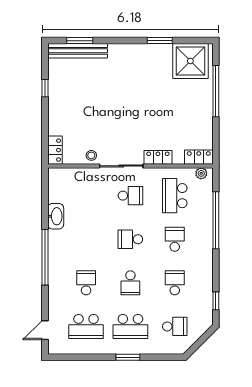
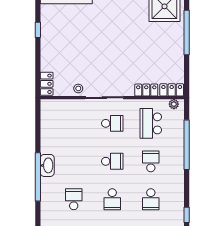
locker: (158, 157) -> (146, 90), moved
washbasin: (56, 216) -> (47, 165), moved
school desk: (130, 239) -> (112, 161), turned 180
school desk: (175, 283) -> (151, 199), turned 180

